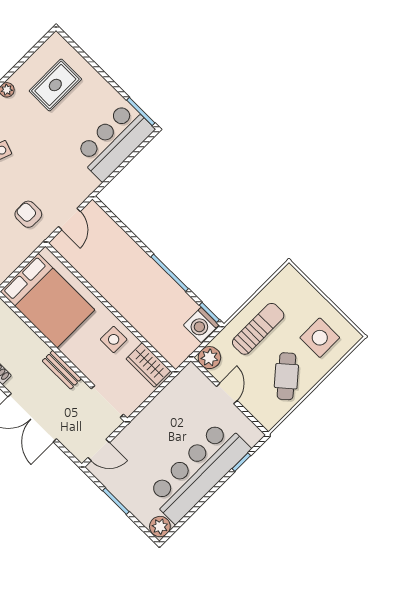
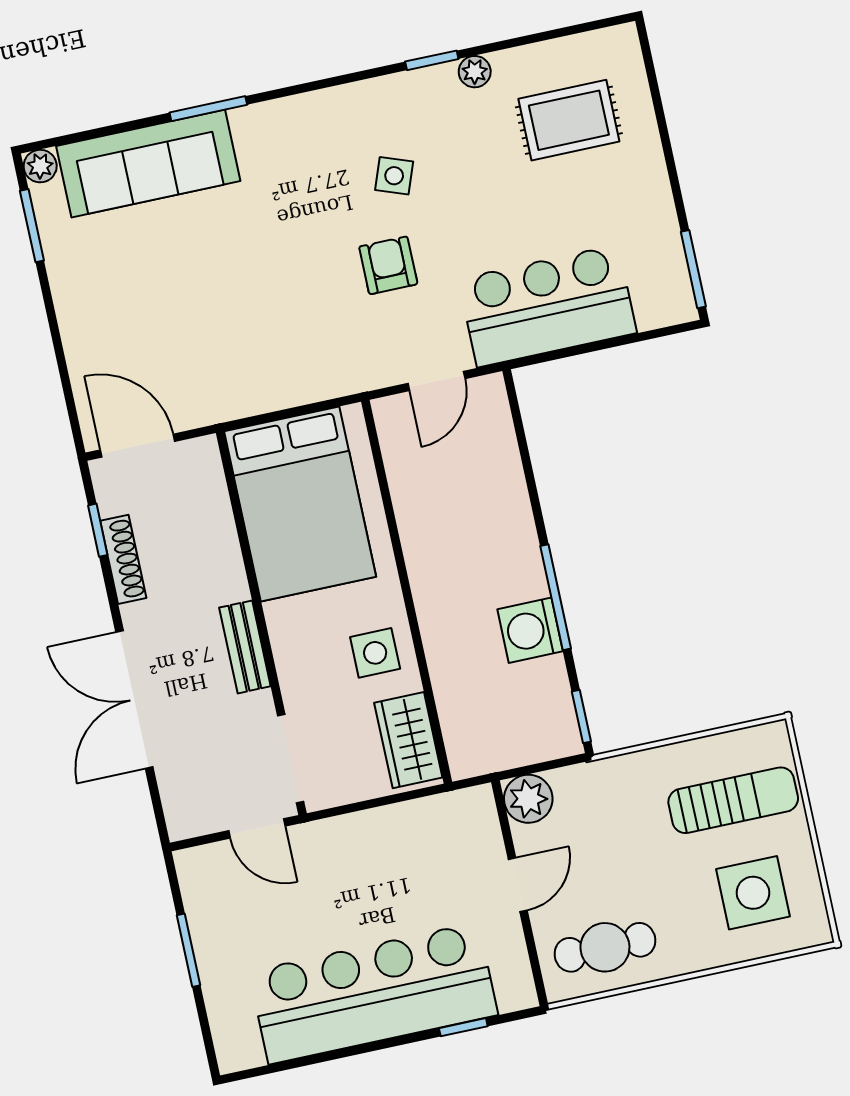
bar counter: (114, 141) -> (547, 306), moved
armchair: (28, 214) -> (388, 265), moved
washing machine: (201, 325) -> (530, 630), moved
sun lounger: (258, 329) -> (733, 800), moved
cafe table: (286, 376) -> (605, 947), moved, turned 41
door: (99, 450) -> (257, 828), moved
plant: (160, 527) -> (239, 1049), removed

